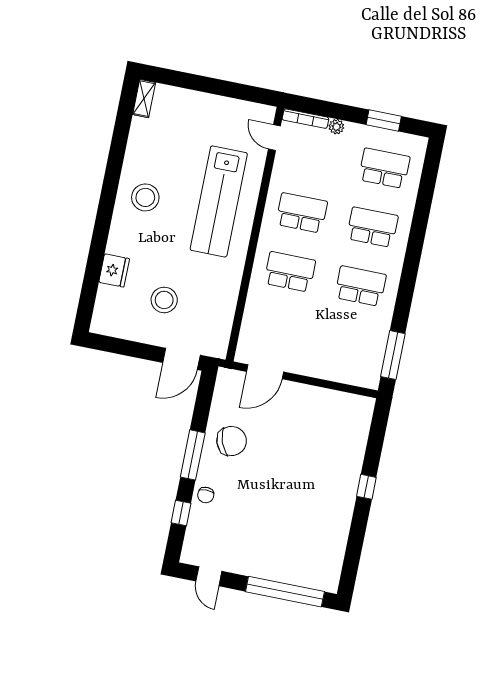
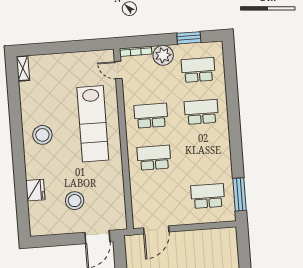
plant: (336, 127) -> (163, 55), width x1.88, depth x1.88
school desk: (360, 286) -> (208, 196), moved

